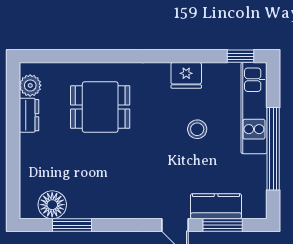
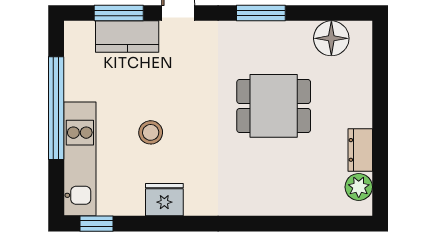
dining table: (100, 107) -> (274, 106), moved
window: (72, 225) -> (261, 13), moved

